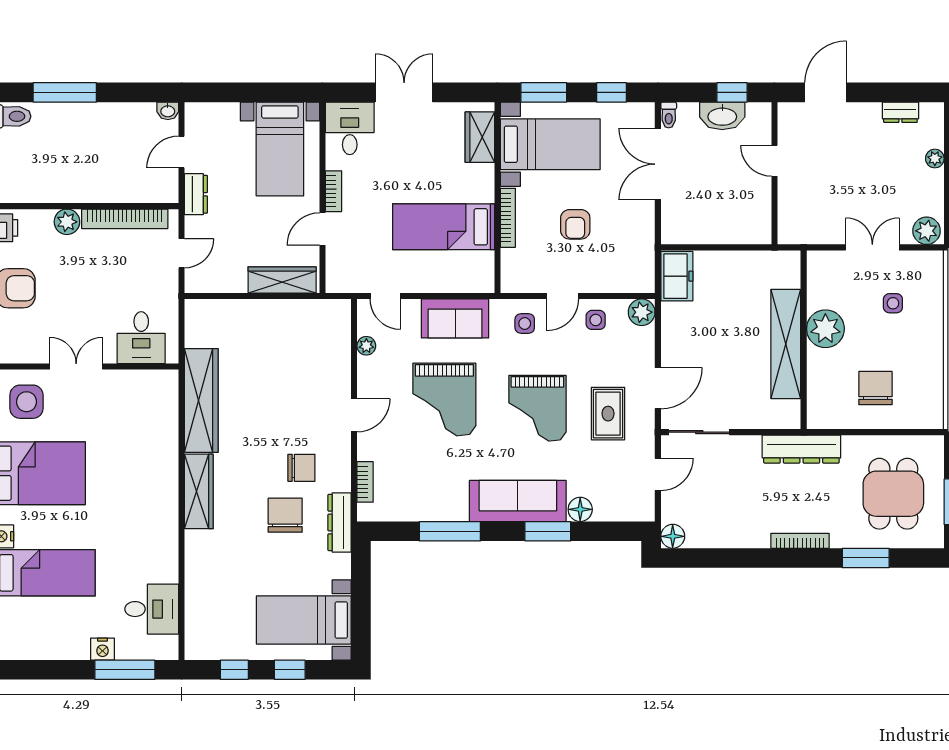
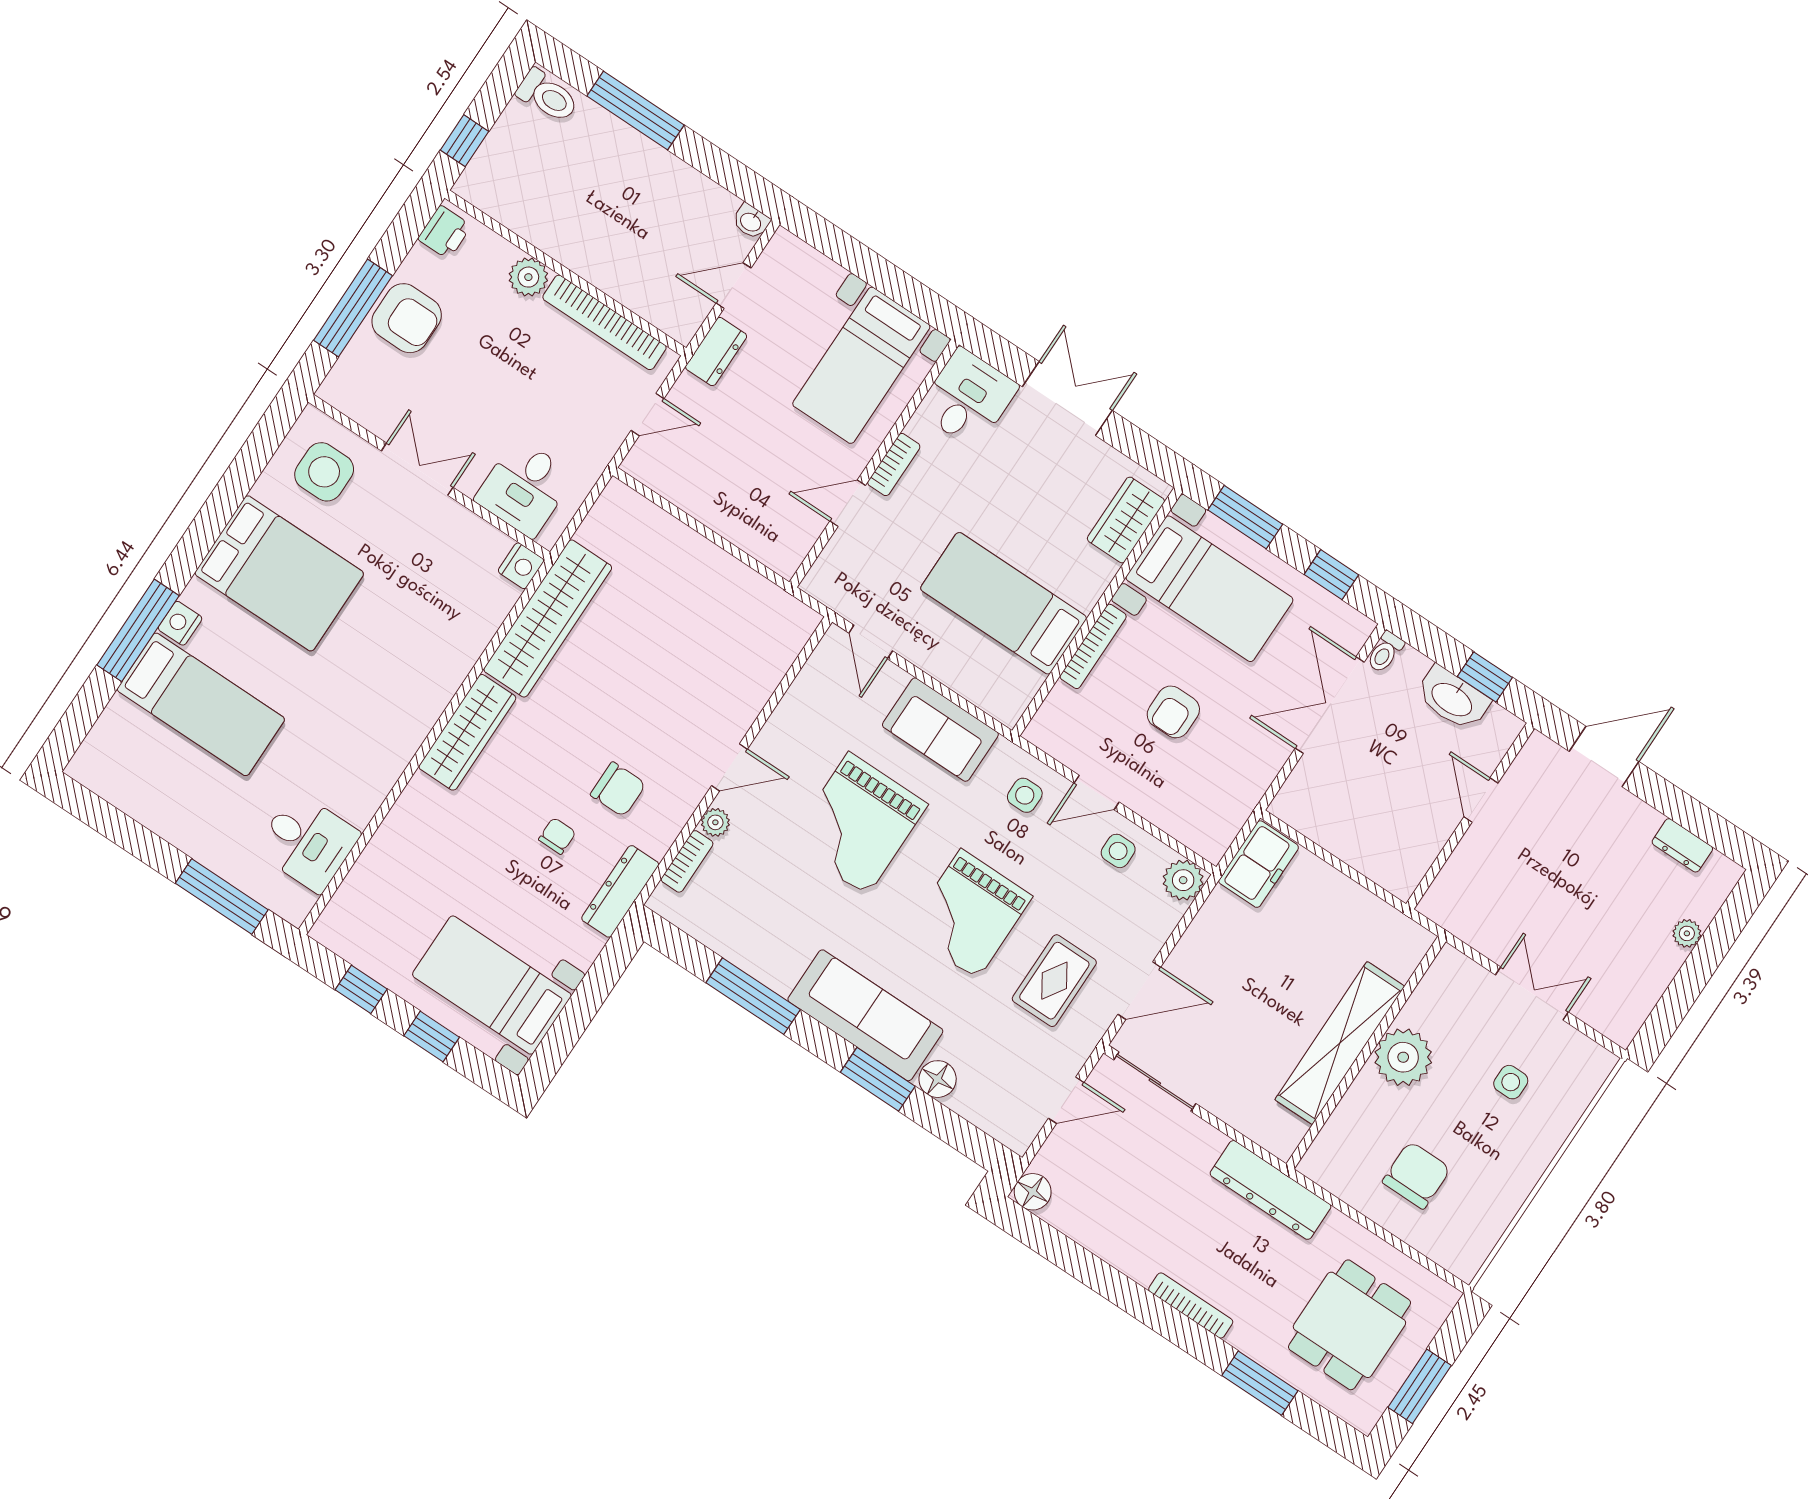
plant: (927, 231) -> (1615, 1018), removed
wardrobe: (282, 280) -> (753, 534), removed
plant: (366, 346) -> (715, 822), moved
chair: (285, 515) -> (557, 836), width x0.54, depth x0.54
nightstand: (102, 649) -> (521, 566), moved, turned -90

